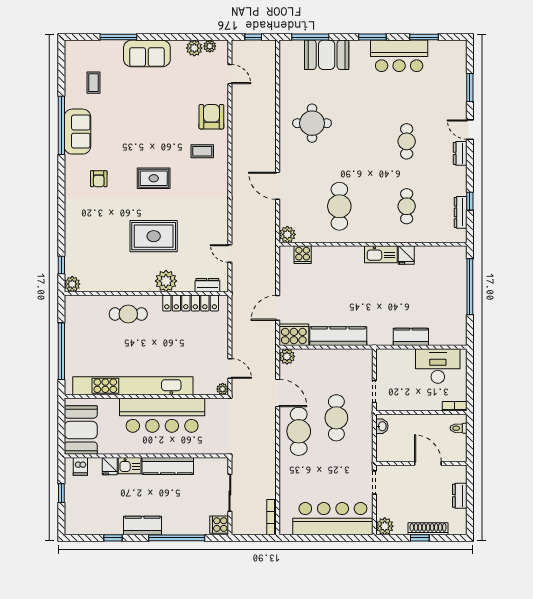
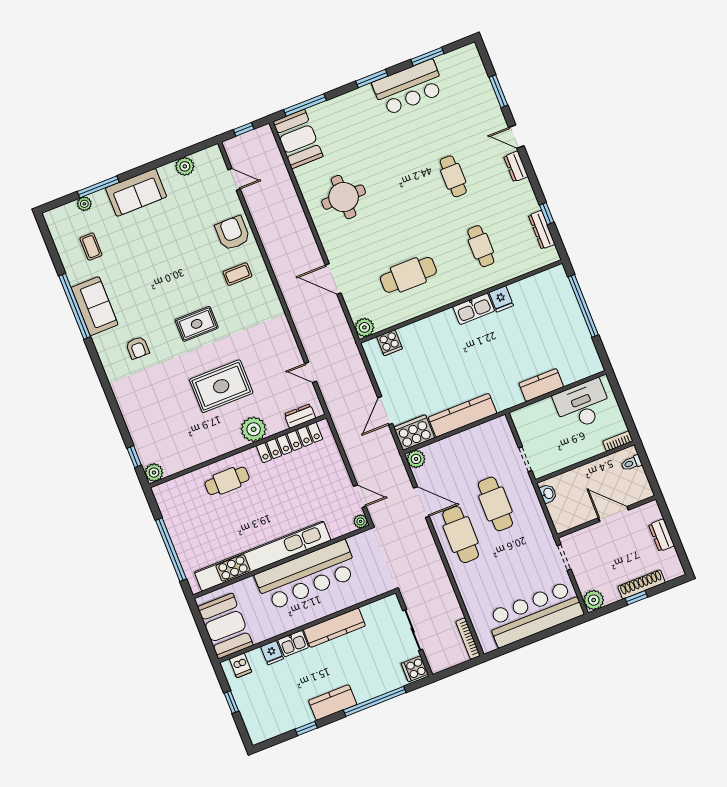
plant: (210, 46) -> (84, 204), moved
booth: (327, 55) -> (298, 139), moved, turned 90
cafe table: (339, 206) -> (408, 275), turned 90

